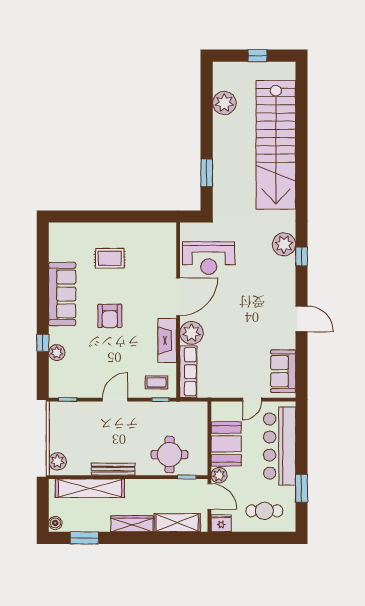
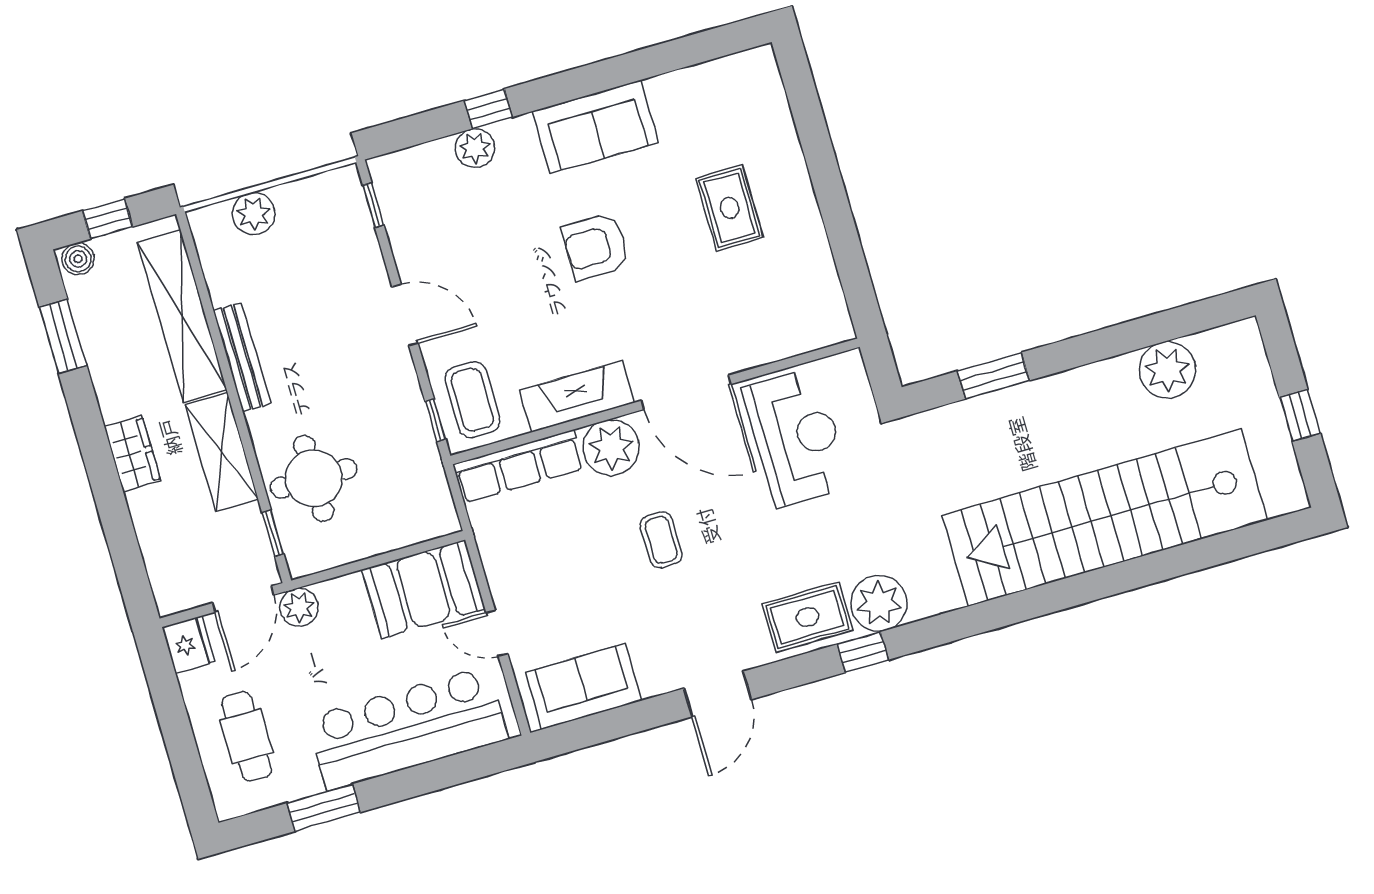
reception desk: (209, 258) -> (796, 438), turned 180
rug: (281, 274) -> (808, 617), added
sofa: (62, 294) -> (595, 127), width x0.73
coffee table: (234, 324) -> (661, 540), added
coffee table: (156, 382) -> (472, 400), width x1.36, depth x1.30
booth: (226, 444) -> (423, 589), moved
plant: (57, 461) -> (254, 214), moved
window: (43, 507) -> (108, 219), added
shelving: (177, 523) -> (222, 452), moved
wardrobe: (132, 524) -> (132, 454), width x0.67

